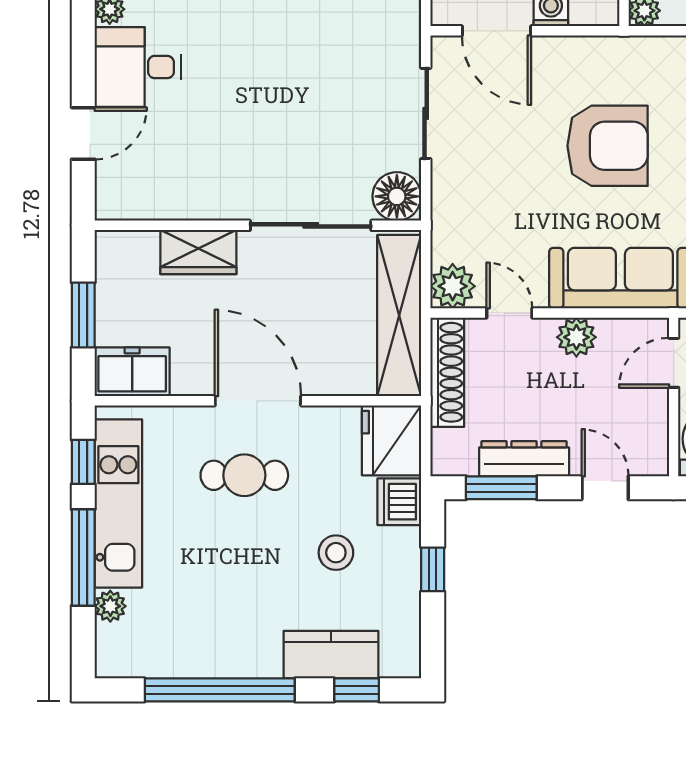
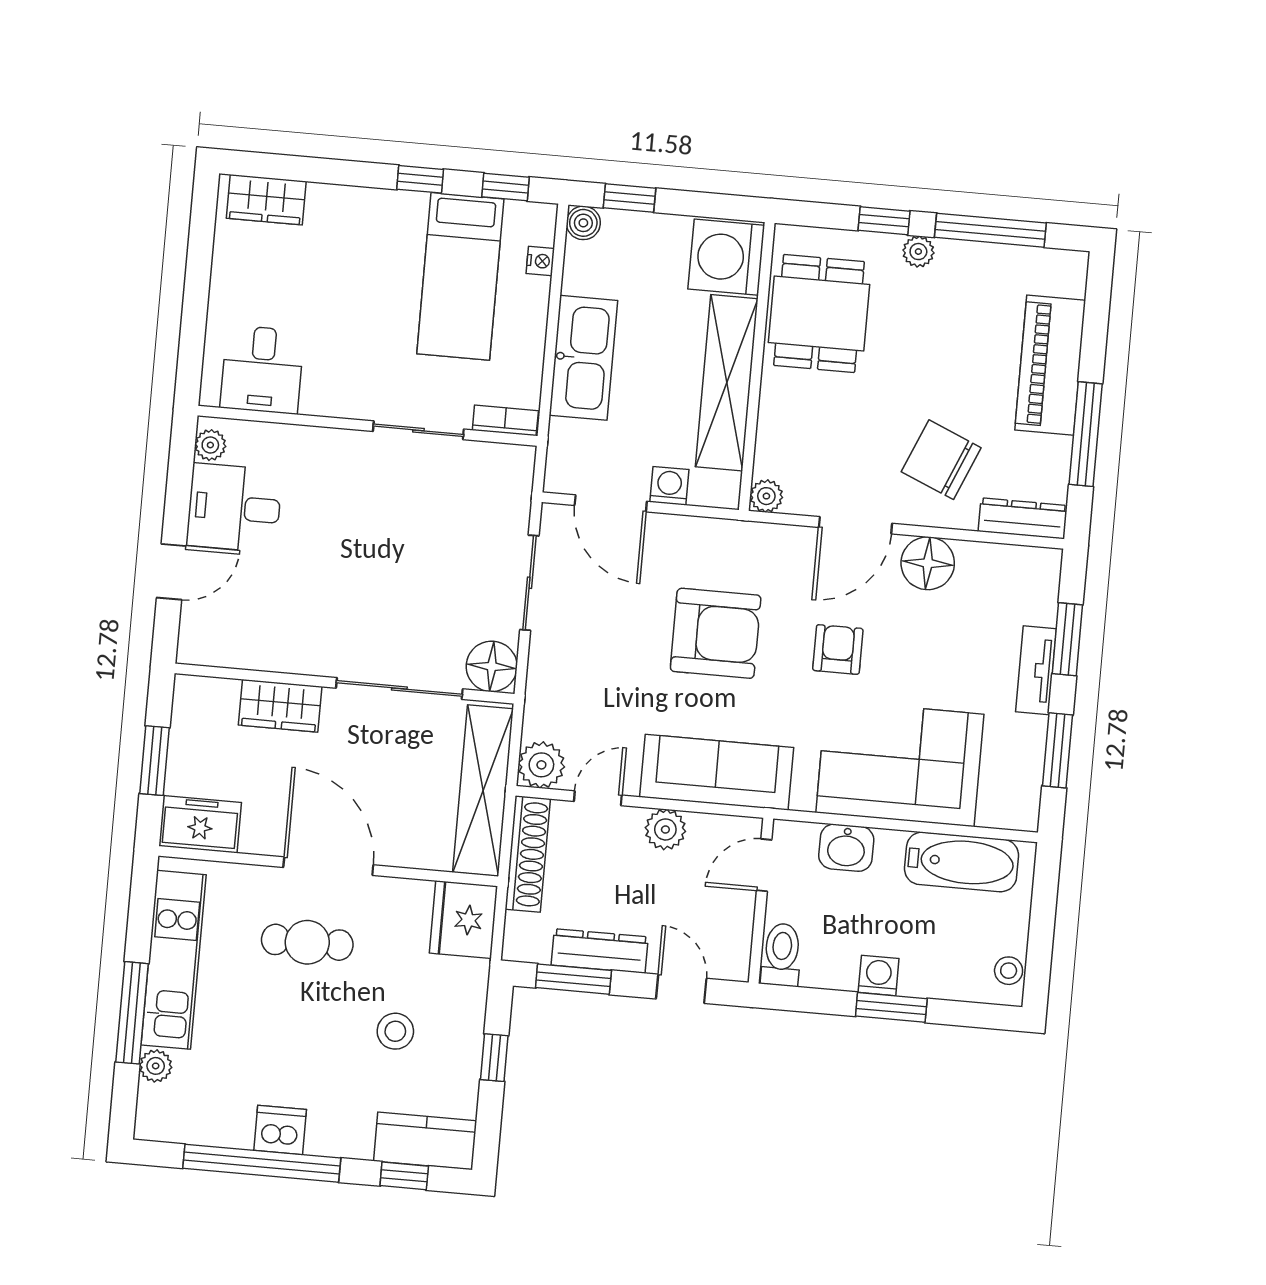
door: (509, 313) -> (598, 798), hinge flipped
window: (83, 462) -> (141, 913), removed
dishwasher: (399, 502) -> (280, 1130), moved, turned 90
kitchen counter: (331, 655) -> (425, 1141), moved

